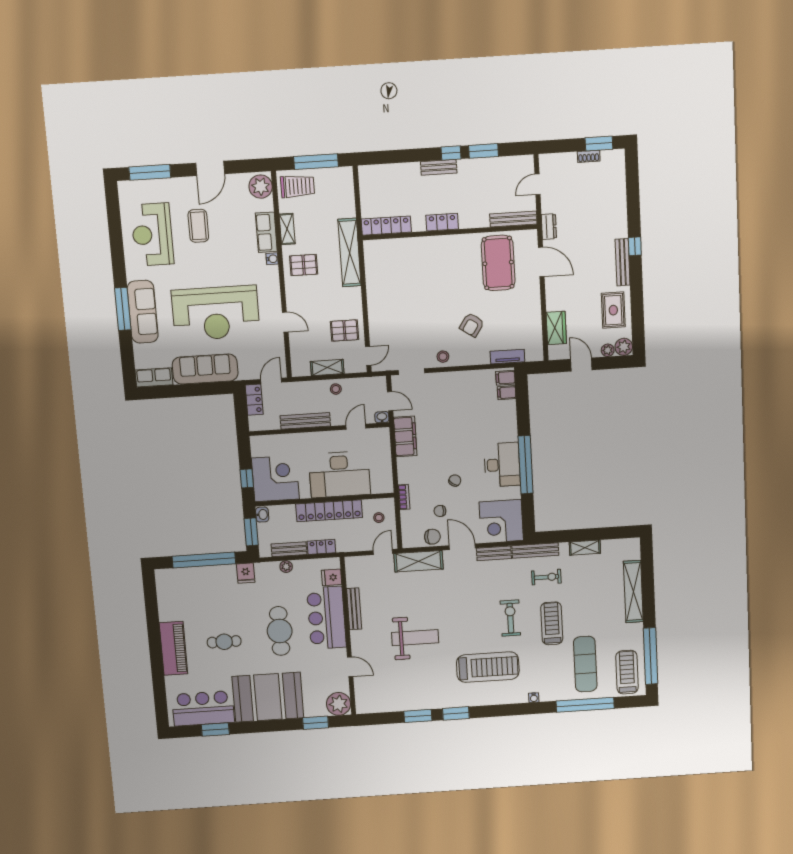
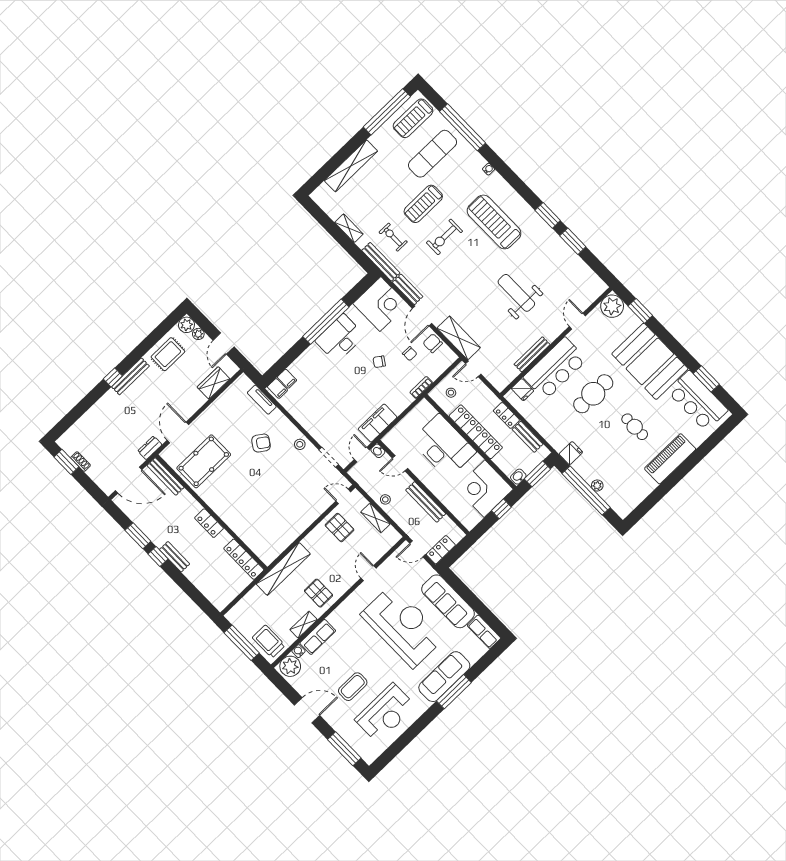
door: (537, 184) -> (129, 480), width x1.87
water cooler: (272, 259) -> (298, 651), moved
plant: (286, 567) -> (597, 486), moved

